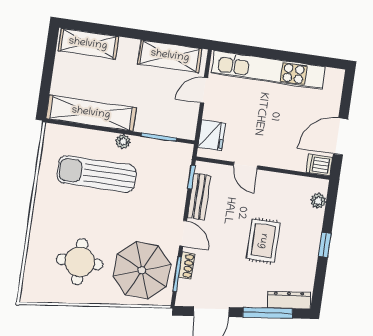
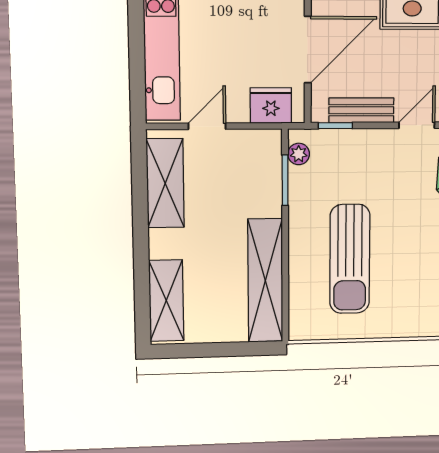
door: (204, 90) -> (207, 126), swing flipped
plant: (123, 141) -> (299, 154), moved
door: (246, 166) -> (308, 50), width x1.88

